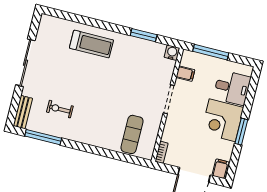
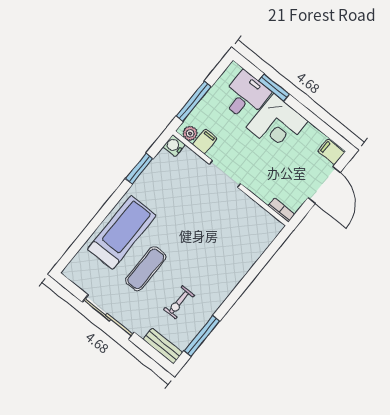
treadmill: (91, 44) -> (122, 232), width x1.37, depth x1.38
plant: (186, 60) -> (190, 133), added
window: (241, 132) -> (274, 88), moved
exercise mat: (132, 134) -> (146, 269), moved, turned 90

